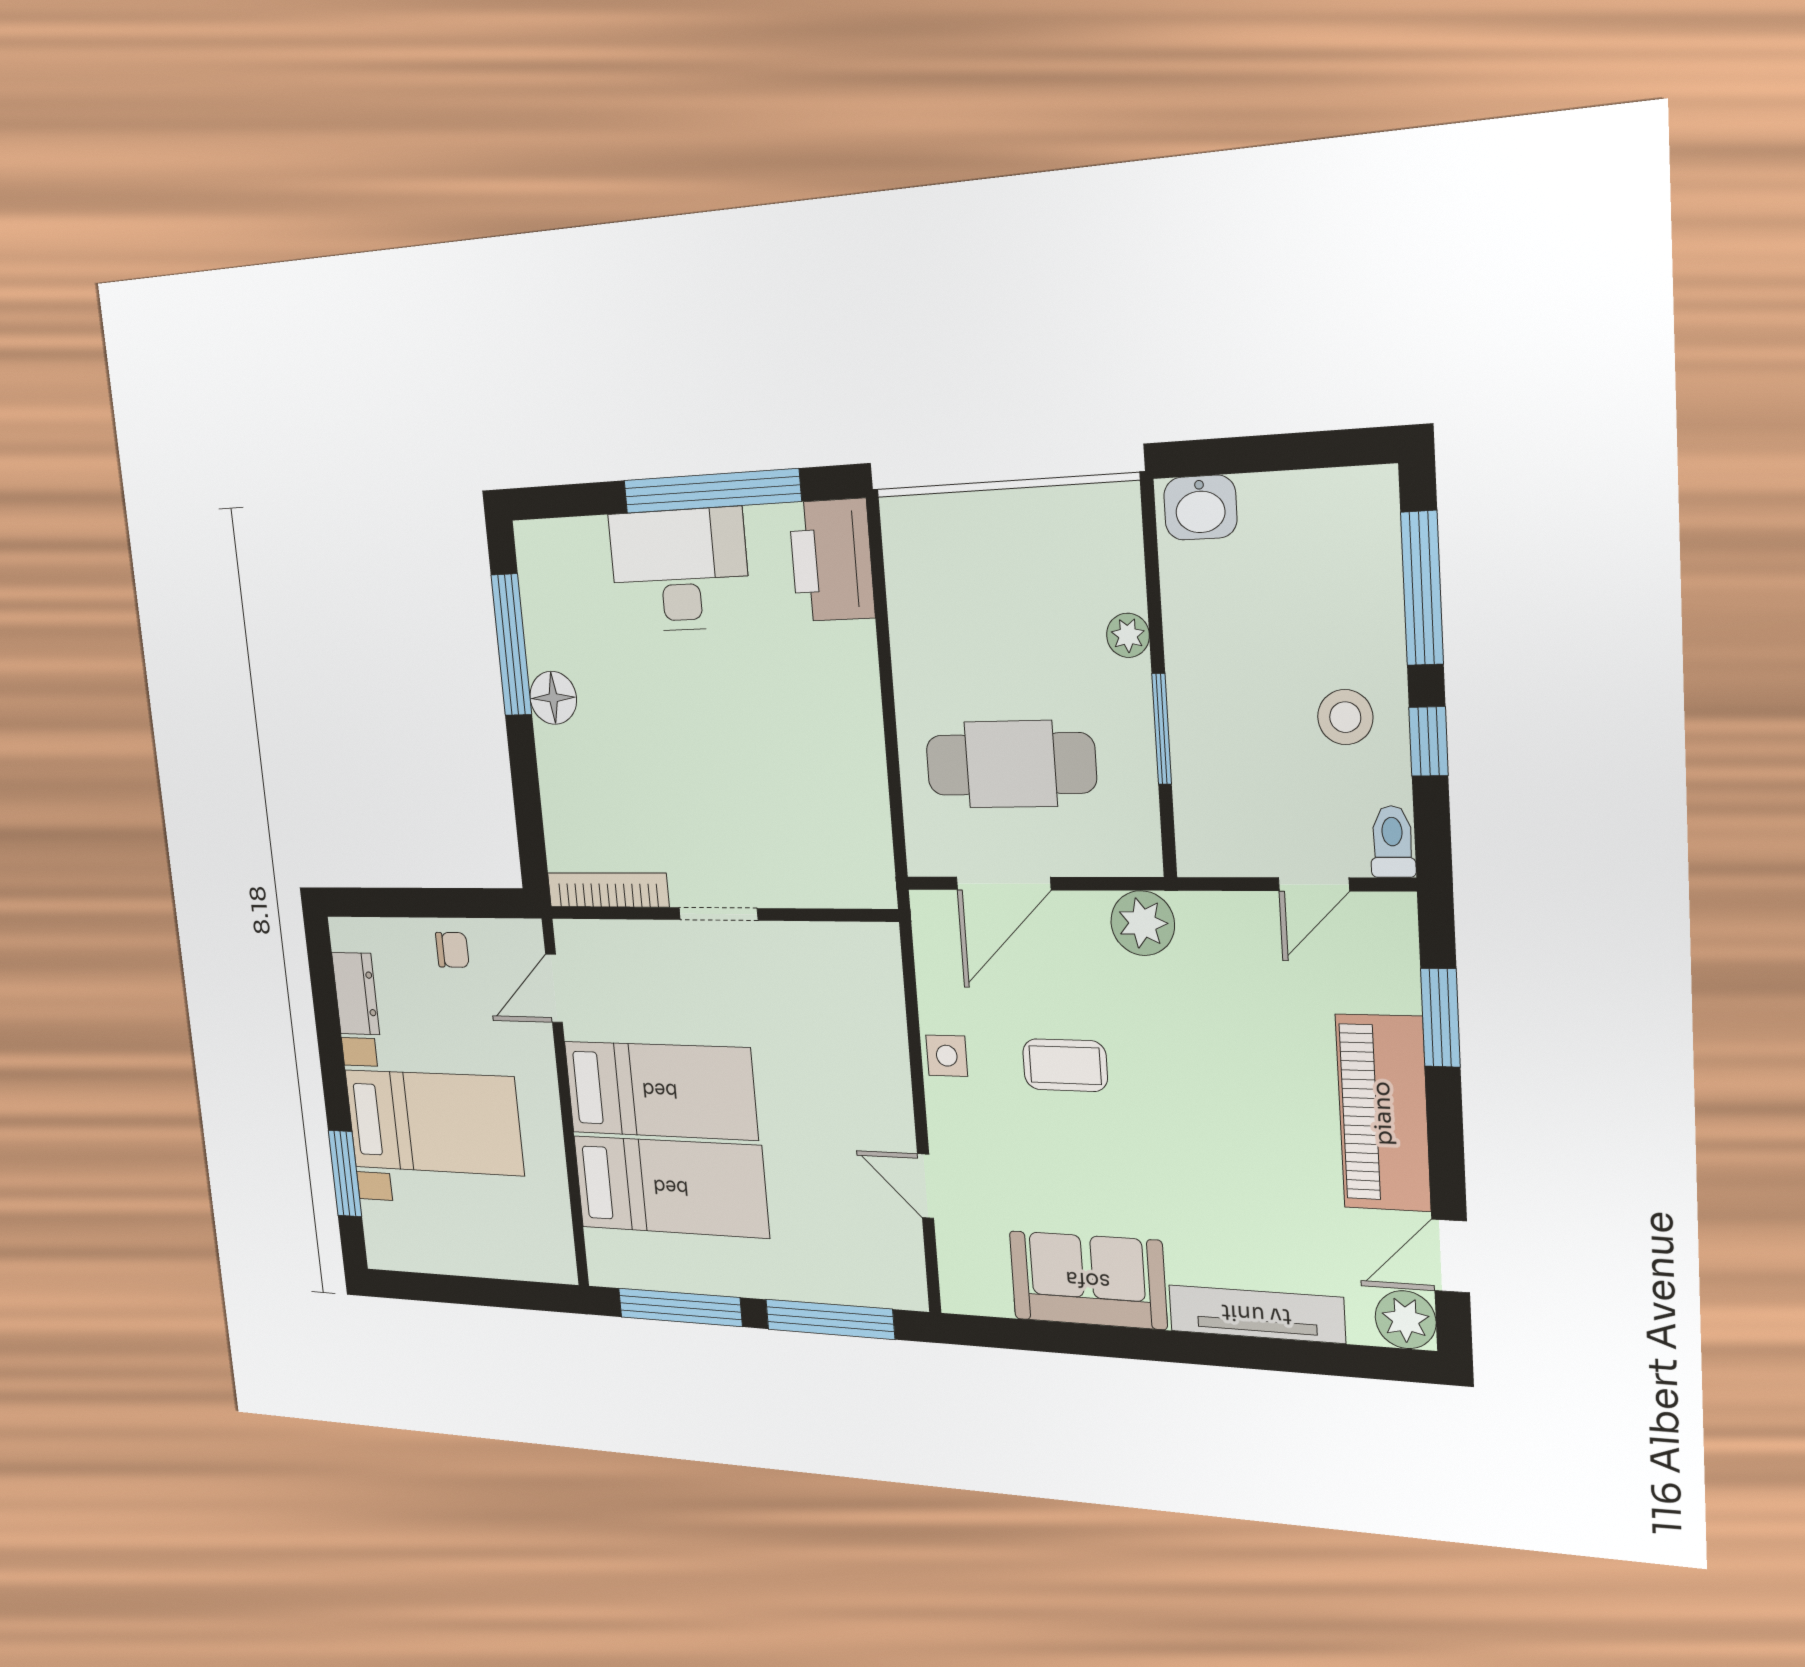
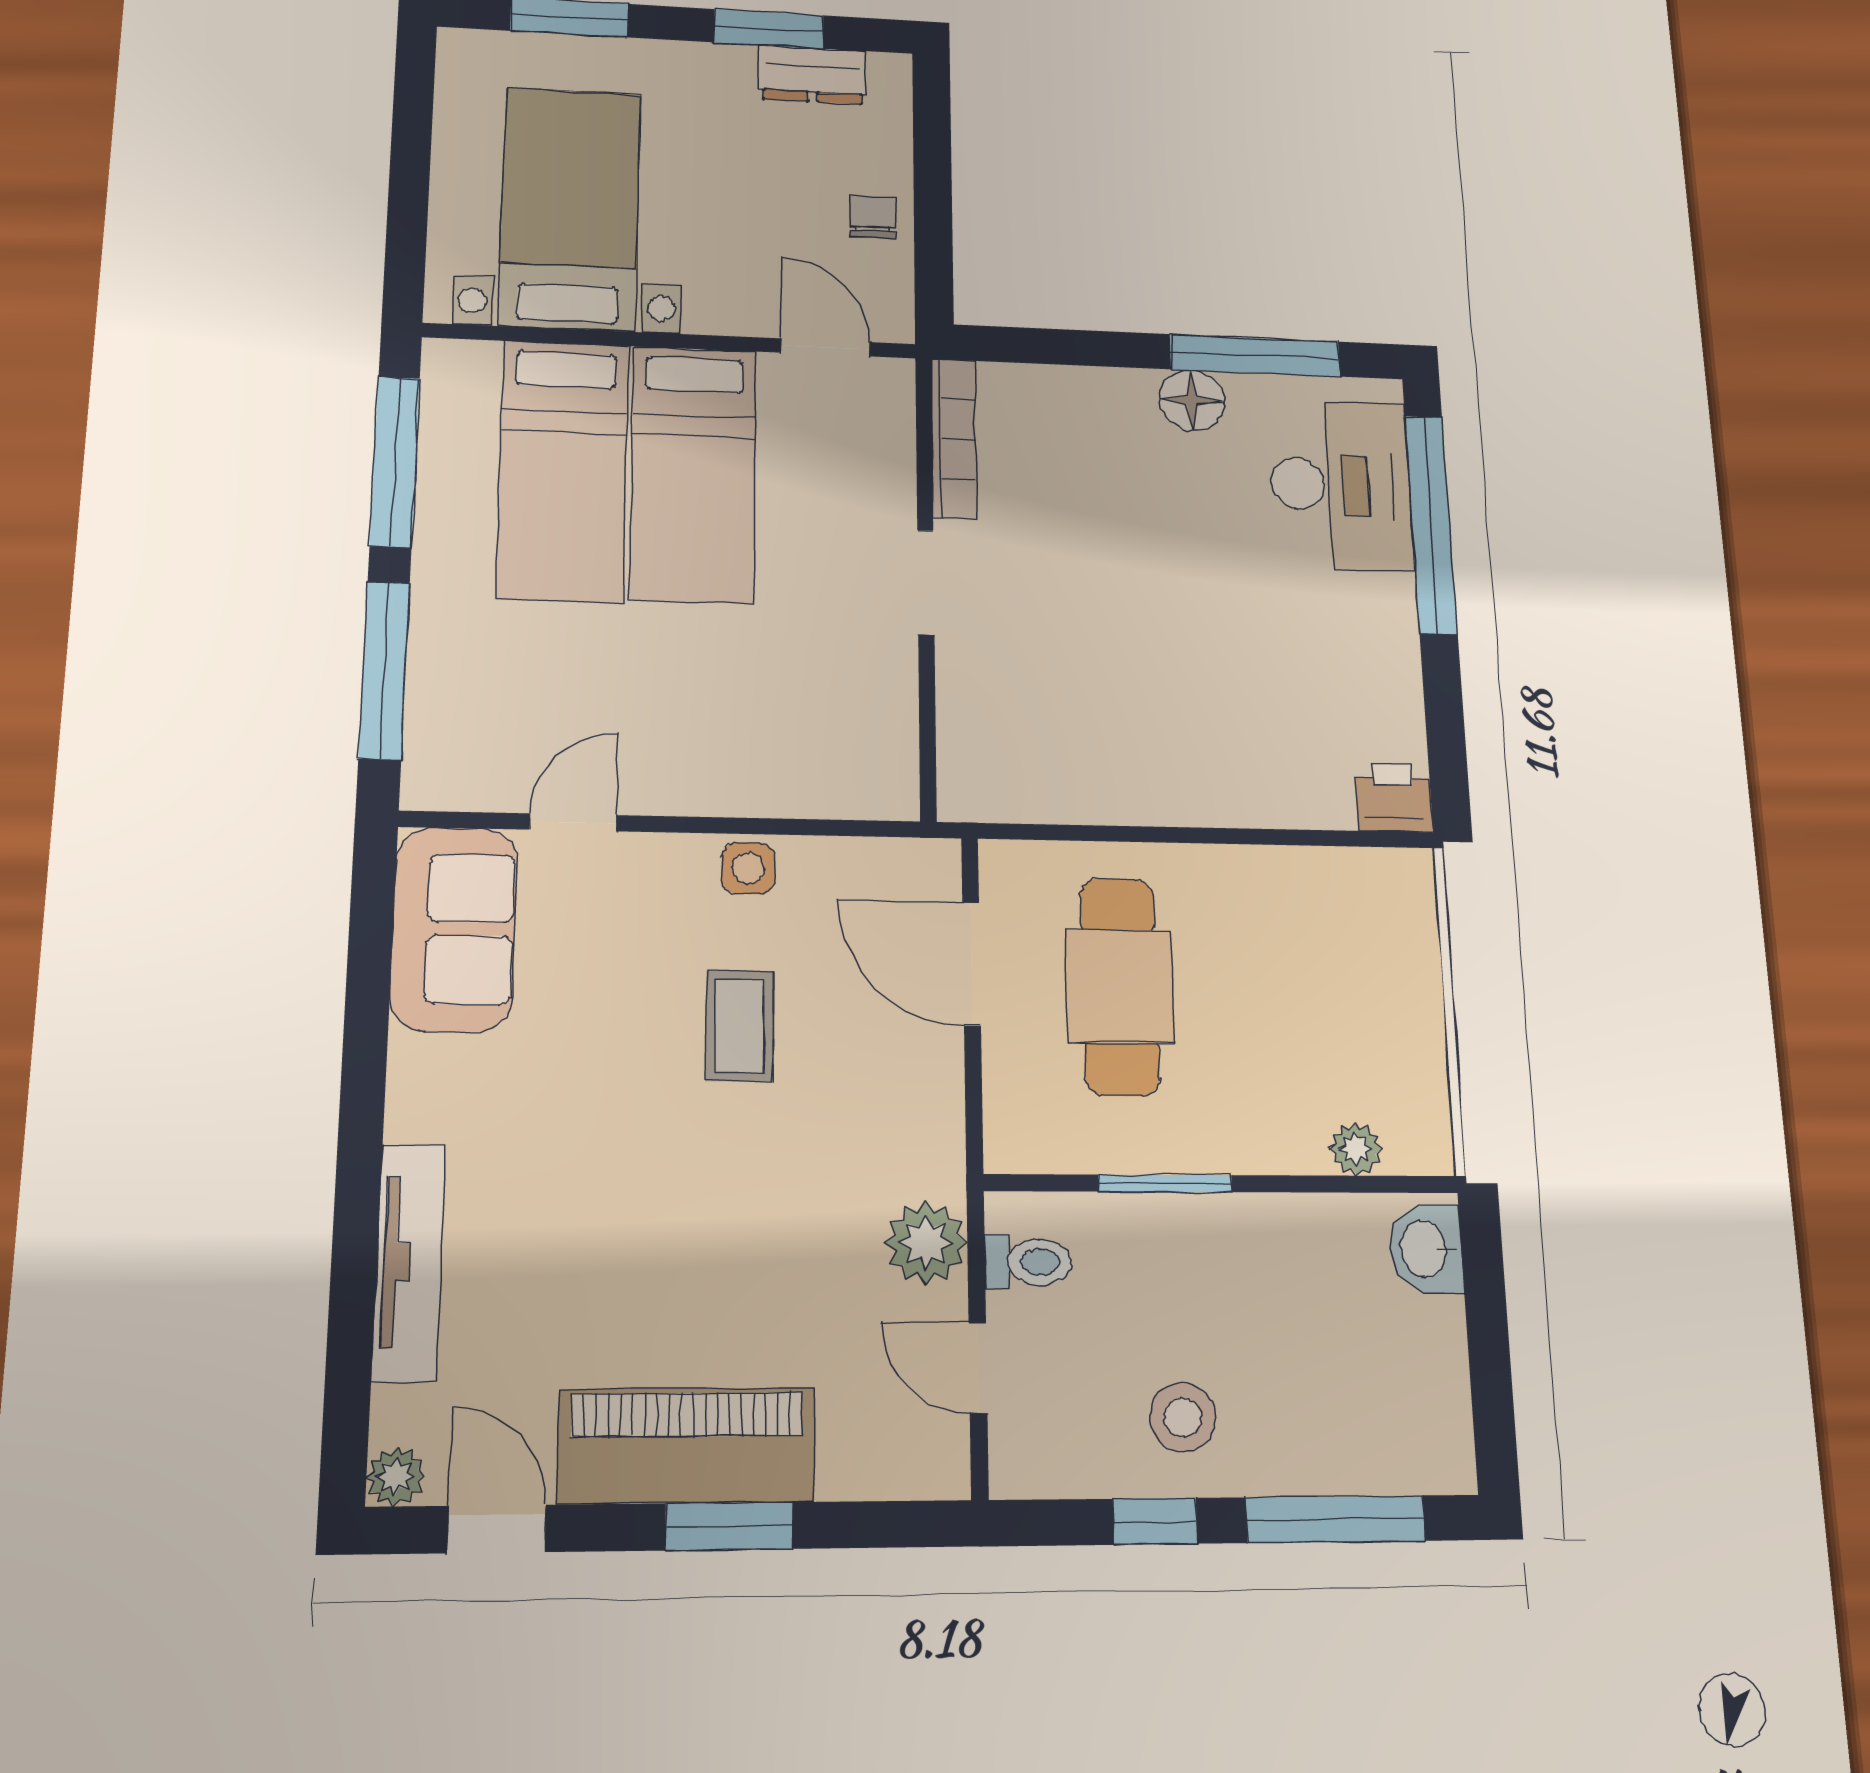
window: (712, 491) -> (1431, 524), moved
printer: (832, 560) -> (1394, 798), width x0.53, depth x0.68
desk: (679, 570) -> (1341, 485), moved
plant: (1128, 635) -> (1356, 1149), moved
toilet: (1392, 842) -> (1028, 1262), moved
plant: (1143, 923) -> (926, 1243), moved
chair: (452, 950) -> (873, 217), turned 180
window: (1440, 1018) -> (729, 1526), moved
window: (328, 1026) -> (769, 29), added
bed with nightstands: (434, 1122) -> (570, 208), moved, turned 180
sofa: (1088, 1280) -> (454, 929), moved
plant: (1406, 1320) -> (396, 1476), width x0.73, depth x0.73

